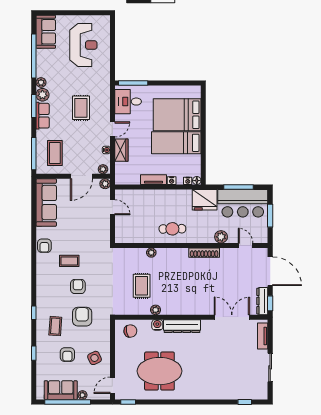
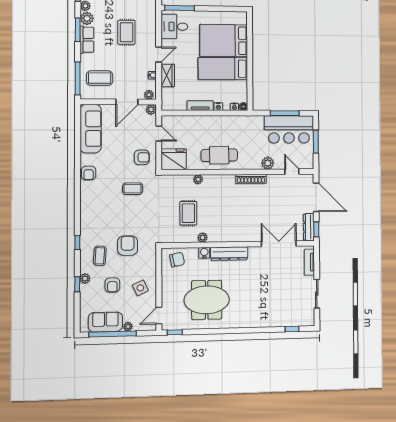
coffee table: (55, 153) -> (100, 78), turned 90
fridge: (205, 200) -> (174, 159), moved, turned 180
cafe table: (172, 229) -> (219, 155), width x1.37, depth x1.35
coffee table: (69, 261) -> (133, 189), moved
armchair: (78, 287) -> (142, 157), moved, turned 90
plant: (41, 348) -> (85, 279), added

